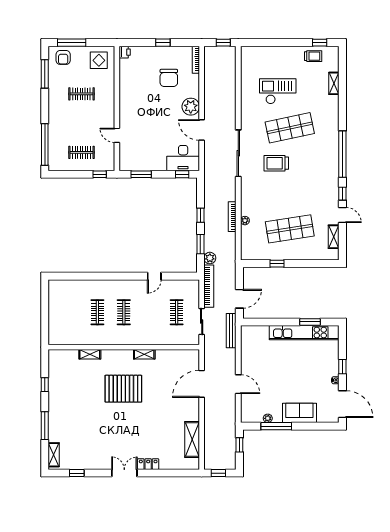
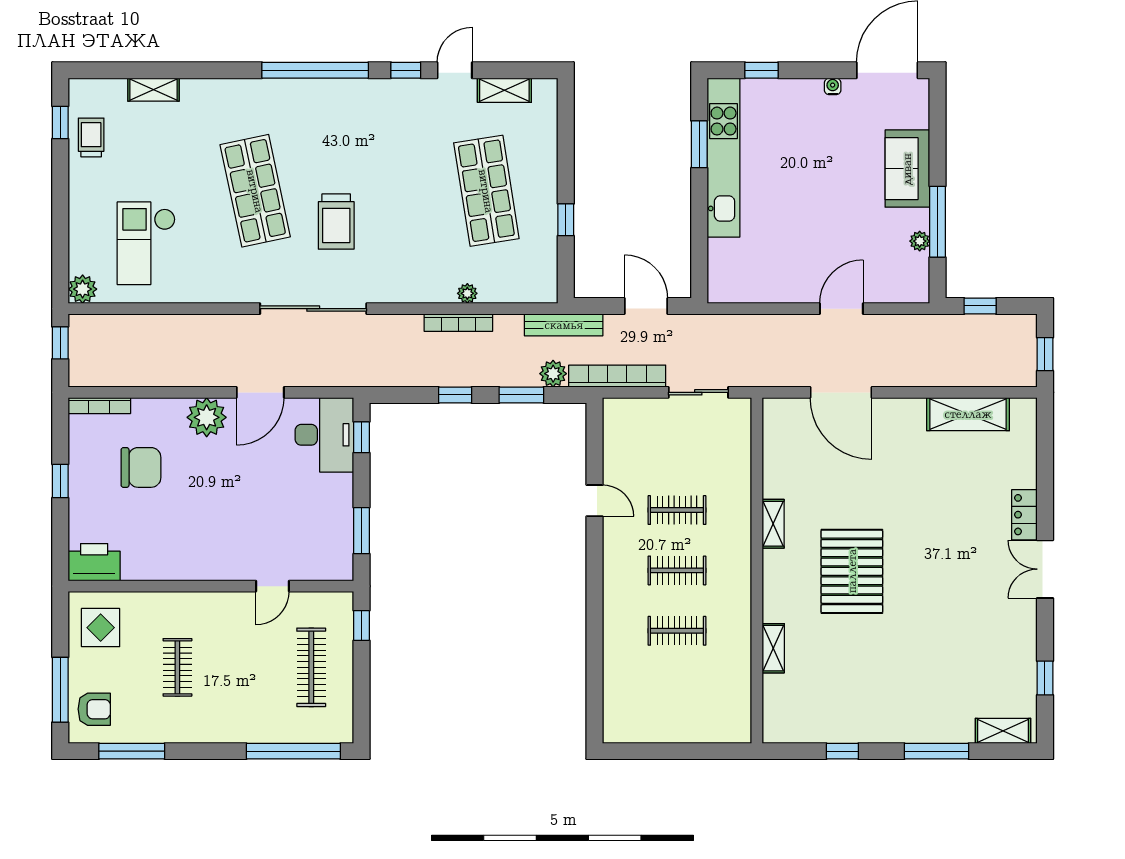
printer: (125, 52) -> (94, 562), width x1.87, depth x1.48
plant: (247, 52) -> (83, 289), added
checkout: (278, 91) -> (146, 243), moved
clothes rail: (81, 152) -> (311, 667), width x1.36
clothes rail: (177, 312) -> (677, 510), moved
bench: (231, 331) -> (564, 325), moved
window: (342, 367) -> (762, 70), moved

